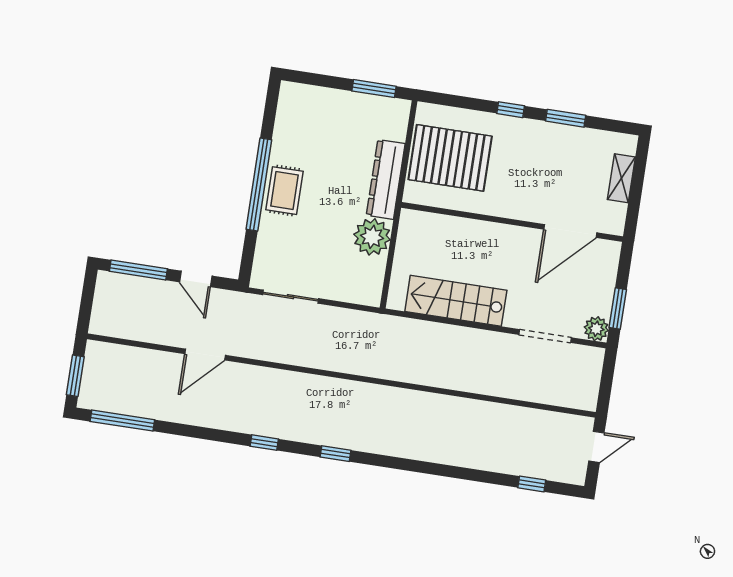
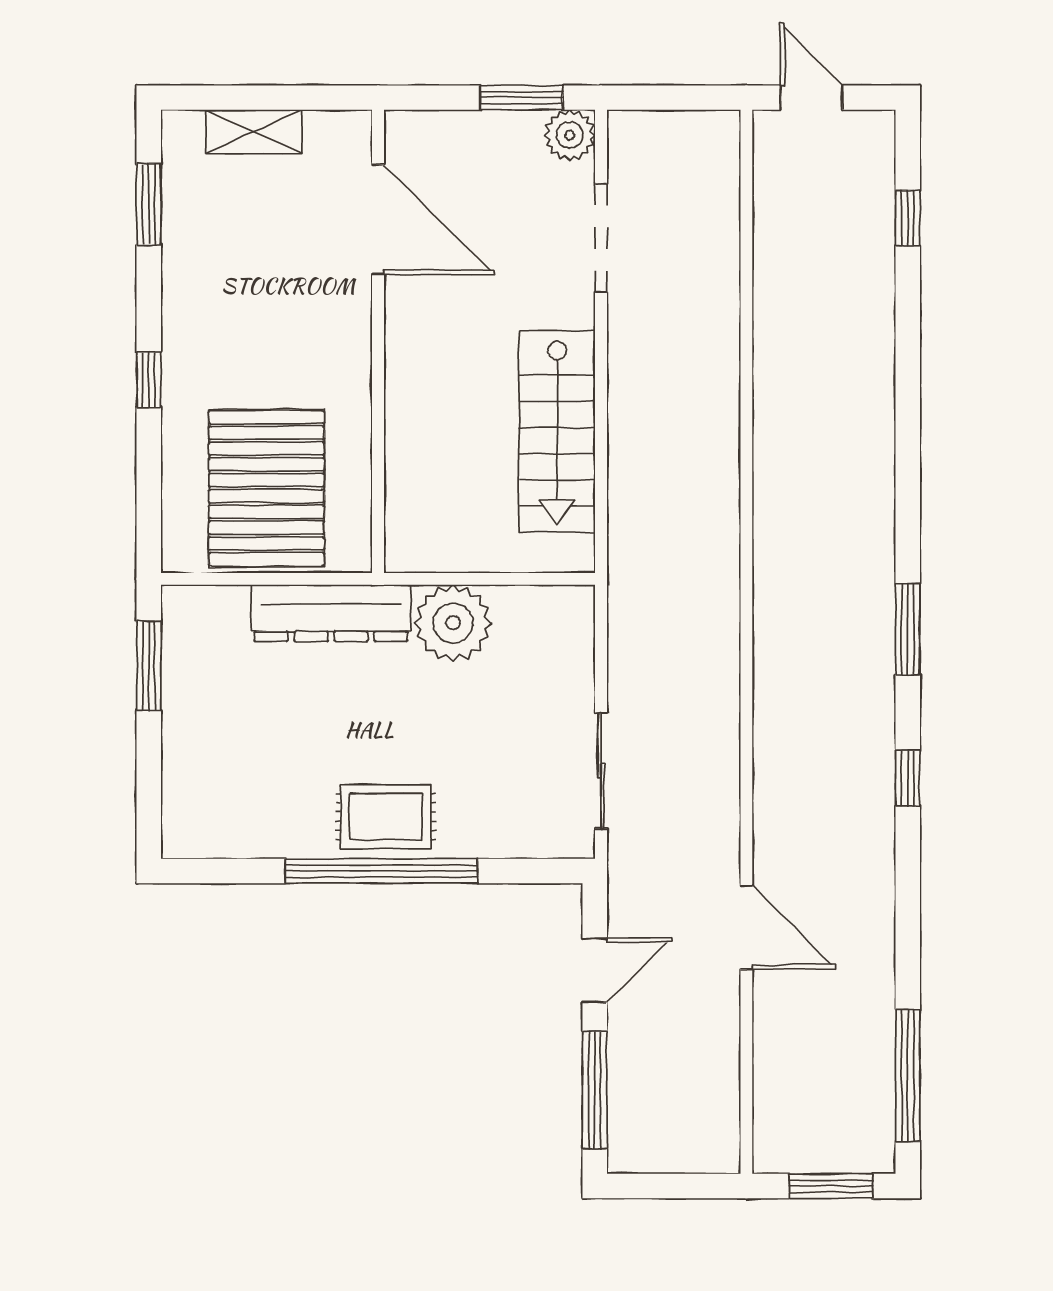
window: (566, 118) -> (149, 204), moved
window: (335, 454) -> (908, 629), width x1.50

